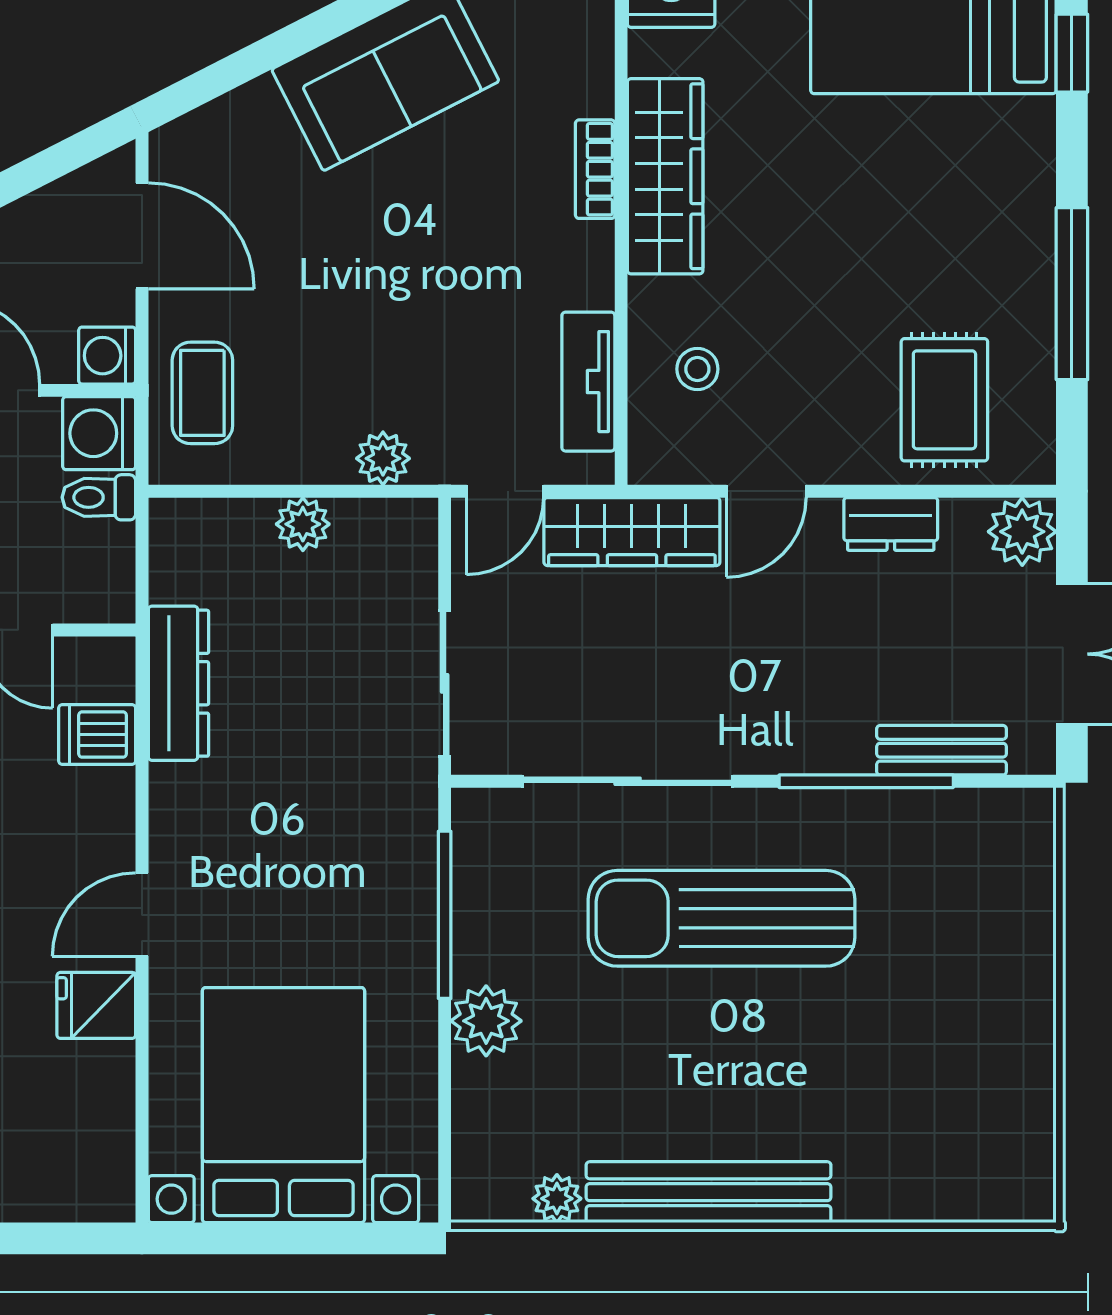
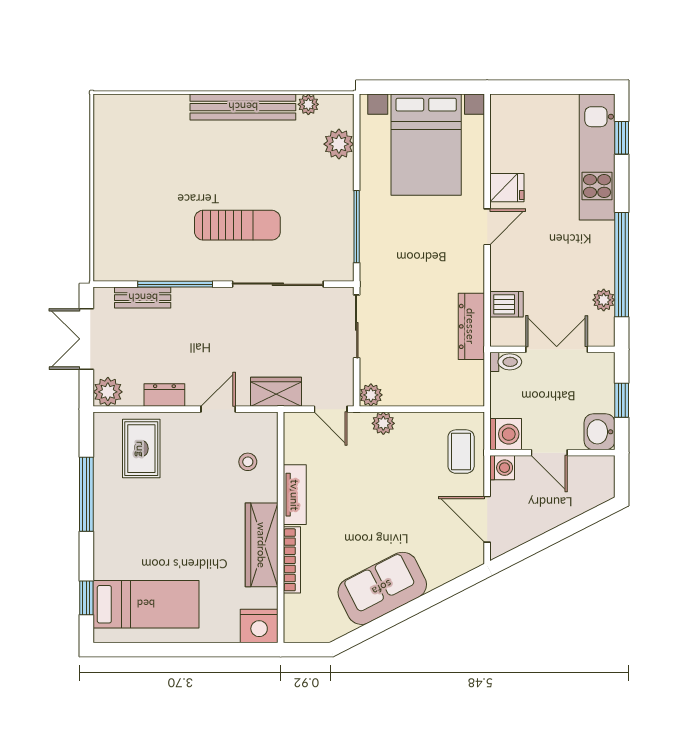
bookcase: (595, 169) -> (292, 560), width x1.56
tv unit: (588, 382) -> (295, 495), moved
door: (505, 491) -> (331, 409), swing flipped
toilet: (99, 497) -> (506, 362), moved
plant: (303, 524) -> (371, 395), moved
wardrobe: (632, 532) -> (276, 392), width x0.67
sun lounger: (722, 918) -> (237, 225), width x0.73, depth x0.75
plant: (486, 1021) -> (339, 144), moved

